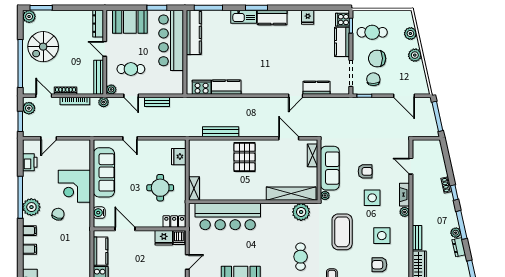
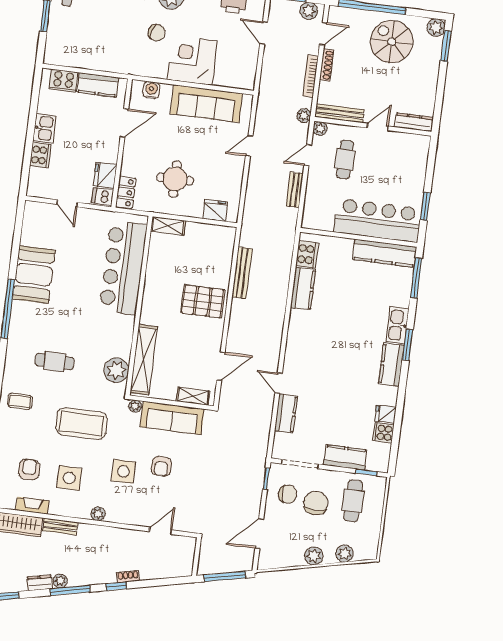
cooker: (343, 20) -> (383, 433), moved, turned -90
booth: (130, 22) -> (411, 166), removed
fireplace: (405, 195) -> (32, 505), moved

